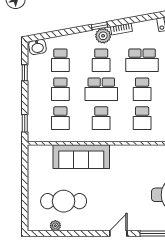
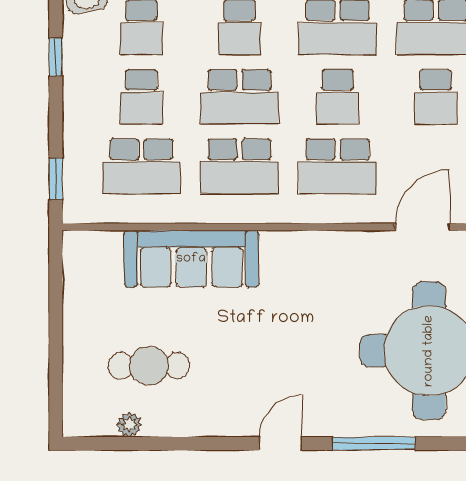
school desk: (60, 118) -> (141, 166), width x1.85
school desk: (101, 118) -> (239, 166), width x1.85
school desk: (142, 118) -> (338, 166), width x1.85
cafe table: (64, 201) -> (149, 366), width x0.73, depth x0.74

